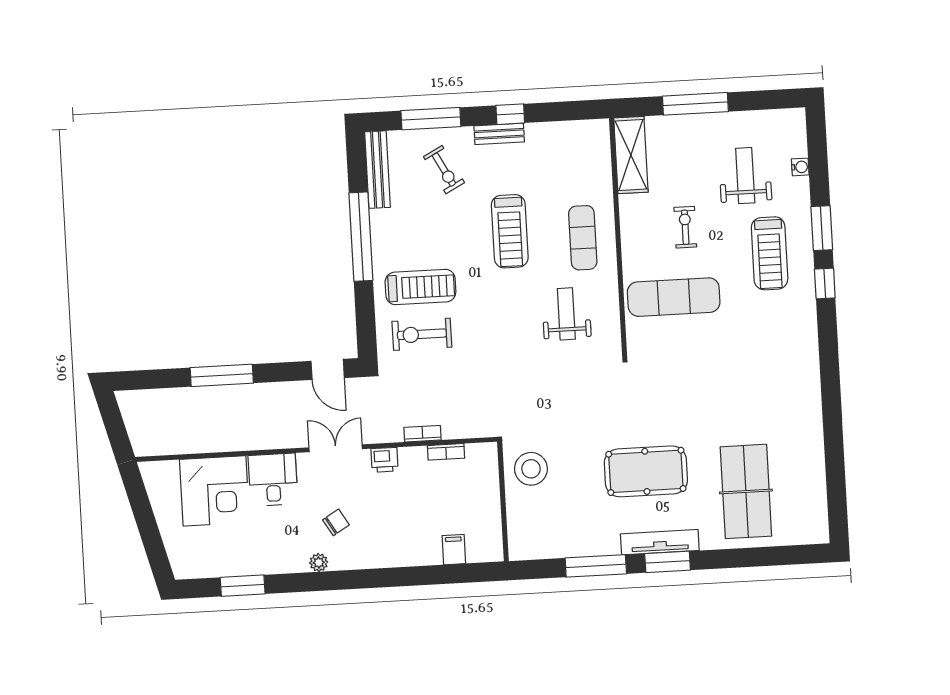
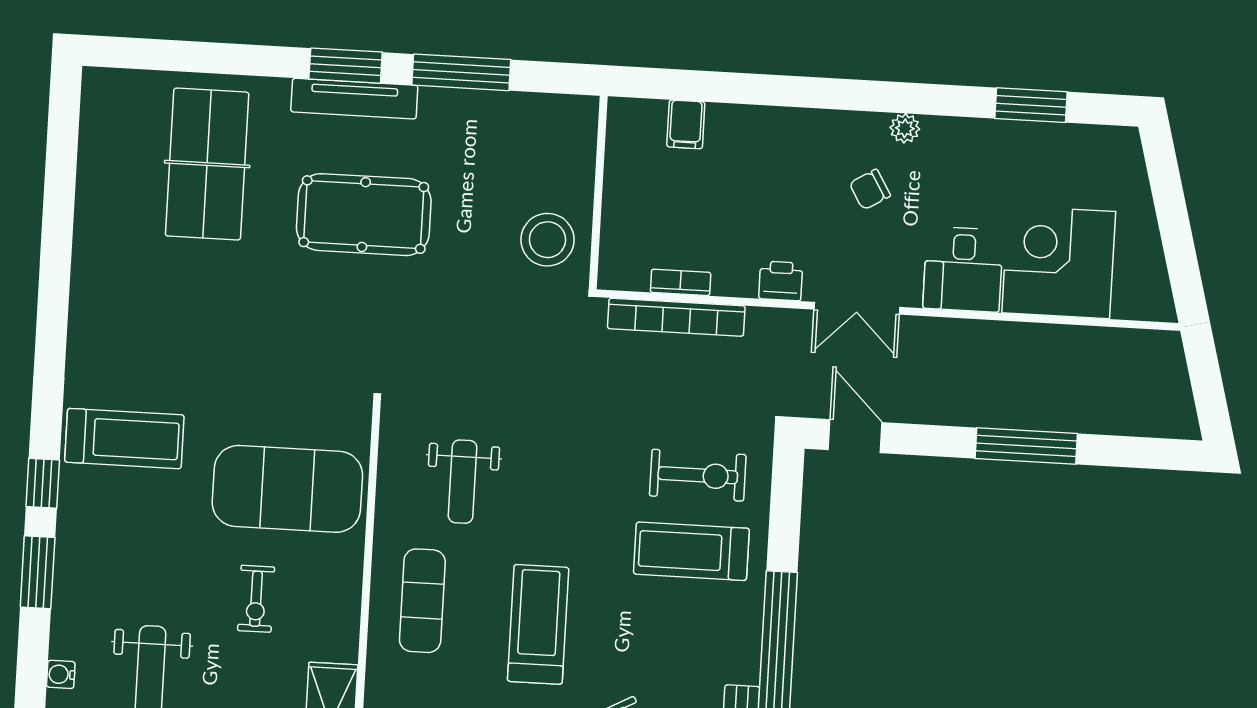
treadmill: (770, 253) -> (124, 439), moved, turned 90
exercise mat: (674, 297) -> (287, 489), width x1.47
bookcase: (422, 434) -> (676, 317), width x2.31, depth x1.31

